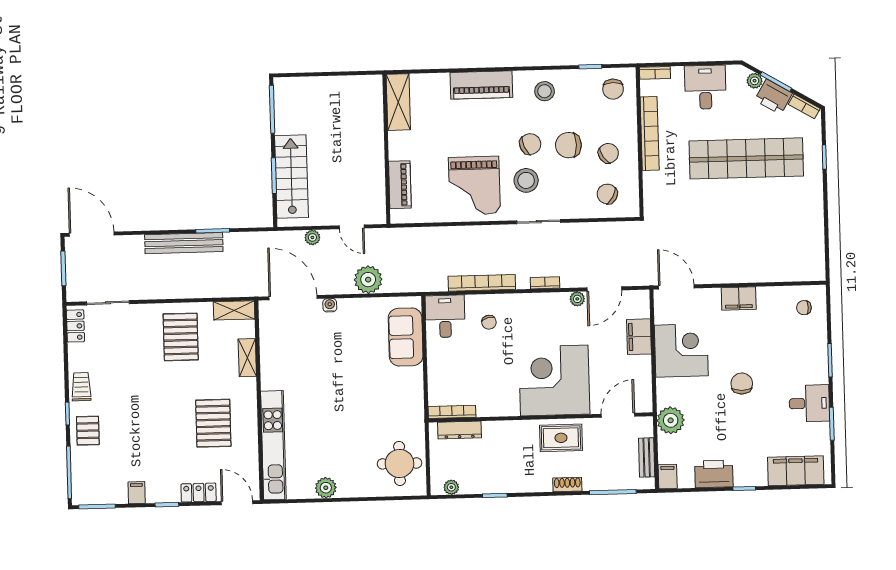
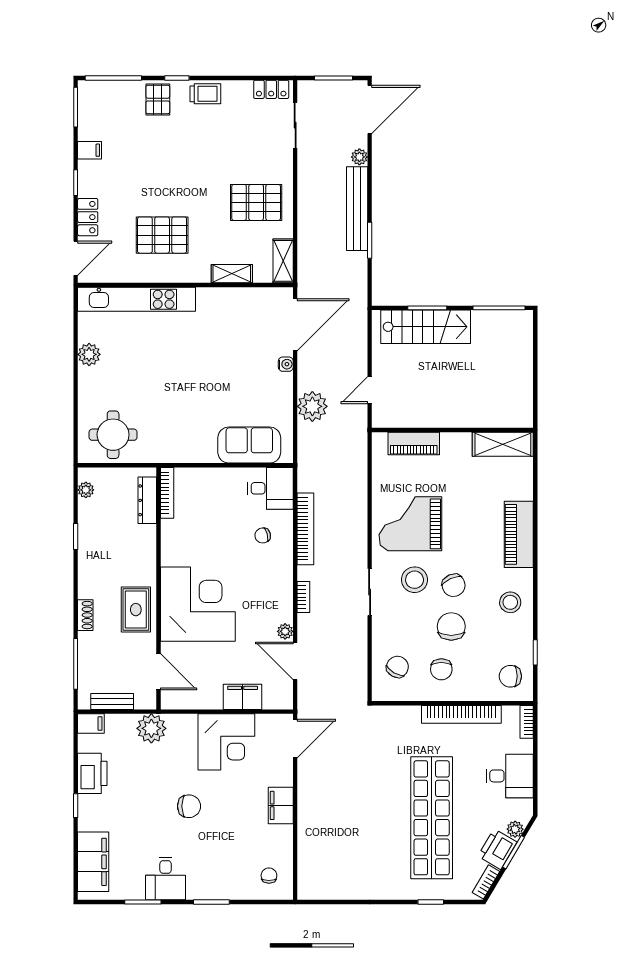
chair: (608, 153) -> (441, 669), turned 34
plant: (312, 237) -> (359, 157), moved
pallet: (88, 431) -> (158, 100), turned 90

